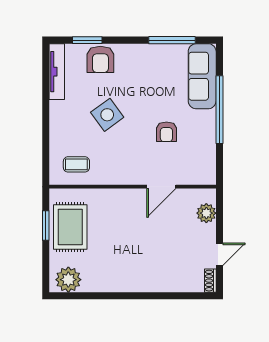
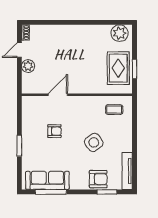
armchair: (100, 59) -> (98, 179), turned 90
sofa: (202, 76) -> (47, 180), moved, turned -90
window: (219, 110) -> (19, 146), width x0.47
armchair: (166, 132) -> (54, 131), turned 90
plant: (206, 213) -> (28, 66), moved

